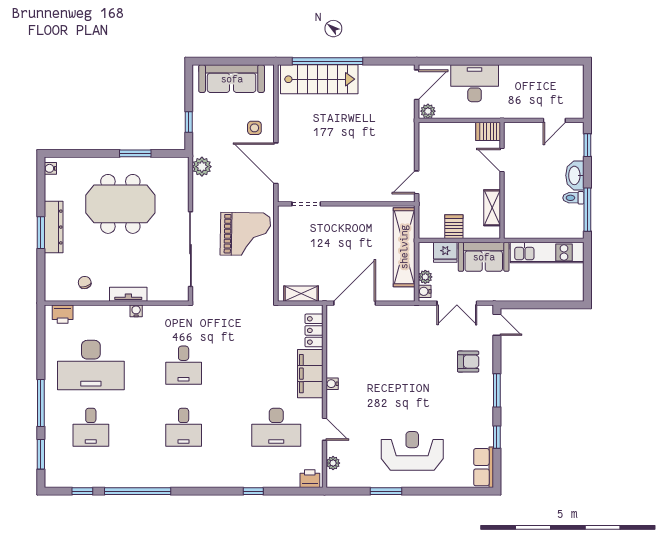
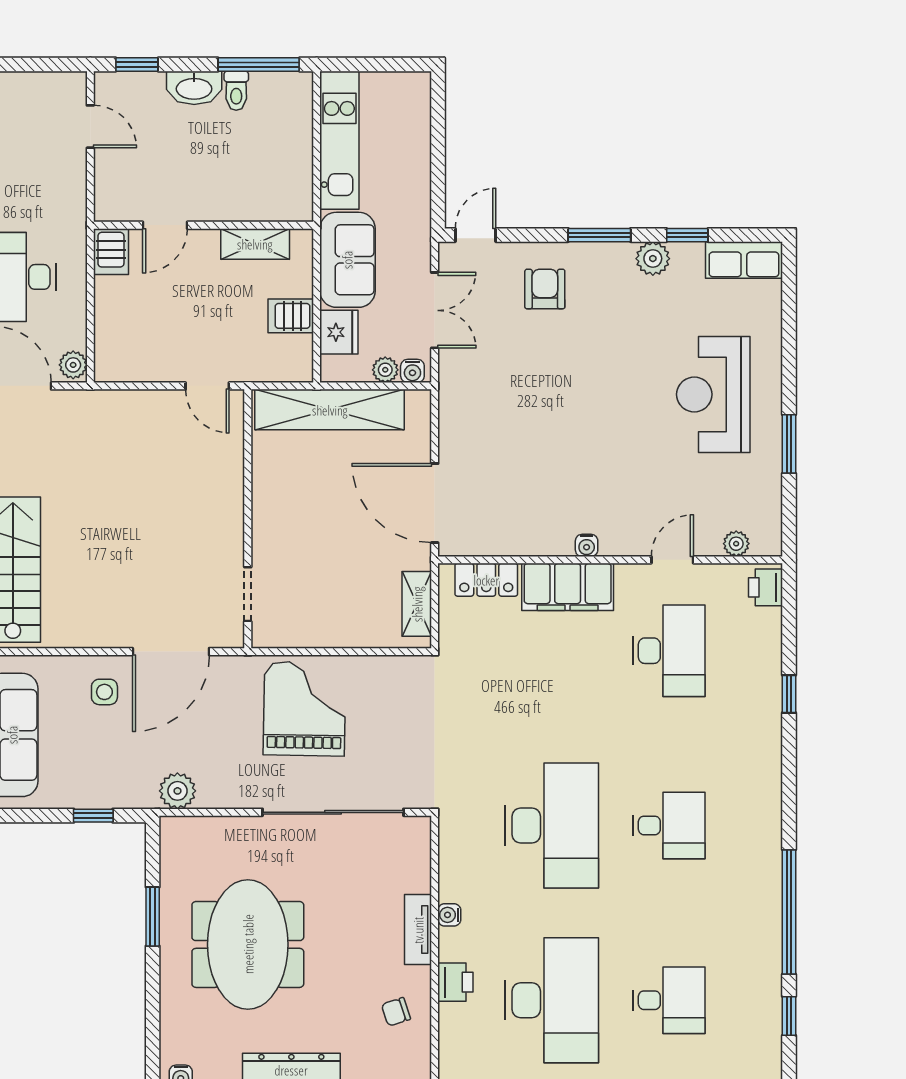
printer: (63, 314) -> (455, 982), moved
desk: (184, 365) -> (552, 825), width x1.87, depth x1.30
plant: (484, 419) -> (653, 259), added

